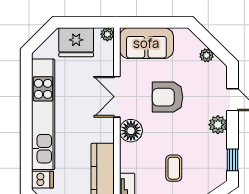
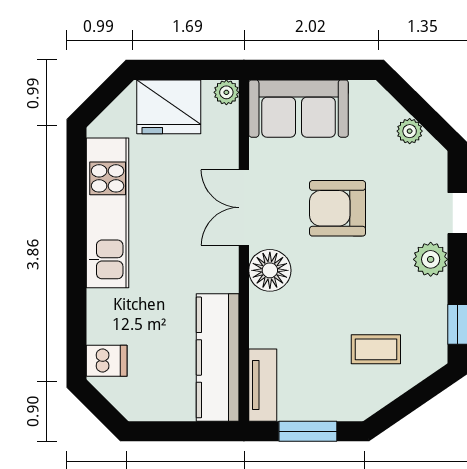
kitchen unit: (43, 114) -> (108, 213), width x0.73
coffee table: (174, 168) -> (376, 349), moved, turned 90

